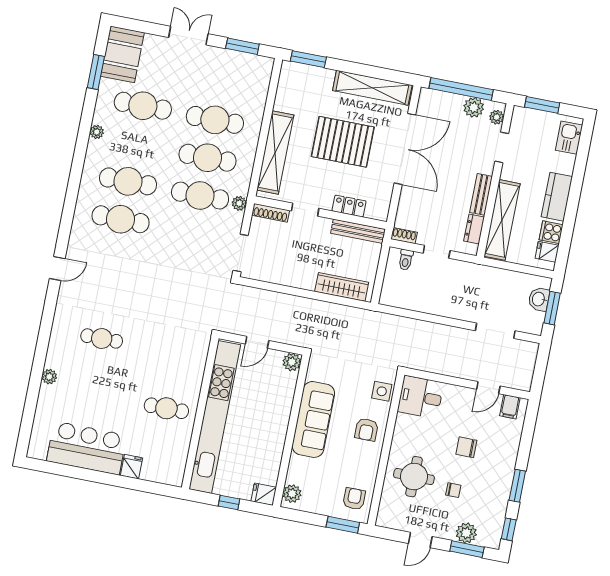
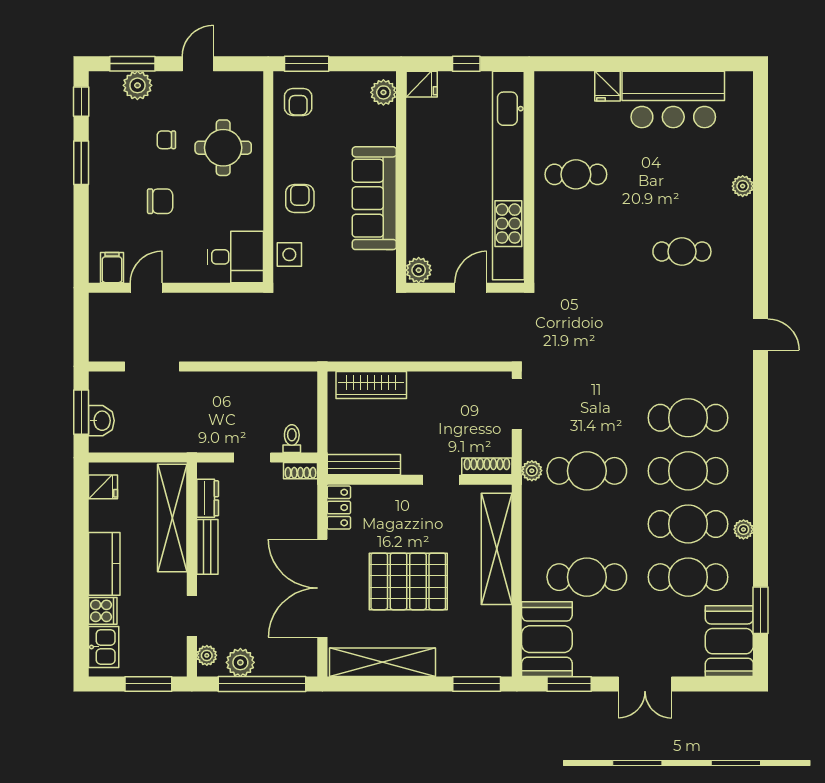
booth: (252, 81) -> (547, 639), added
cafe table: (207, 158) -> (688, 524), moved
locker: (349, 206) -> (339, 508), moved, turned -90
cooker: (551, 232) -> (103, 611), moved
door: (57, 268) -> (760, 334), swing flipped

